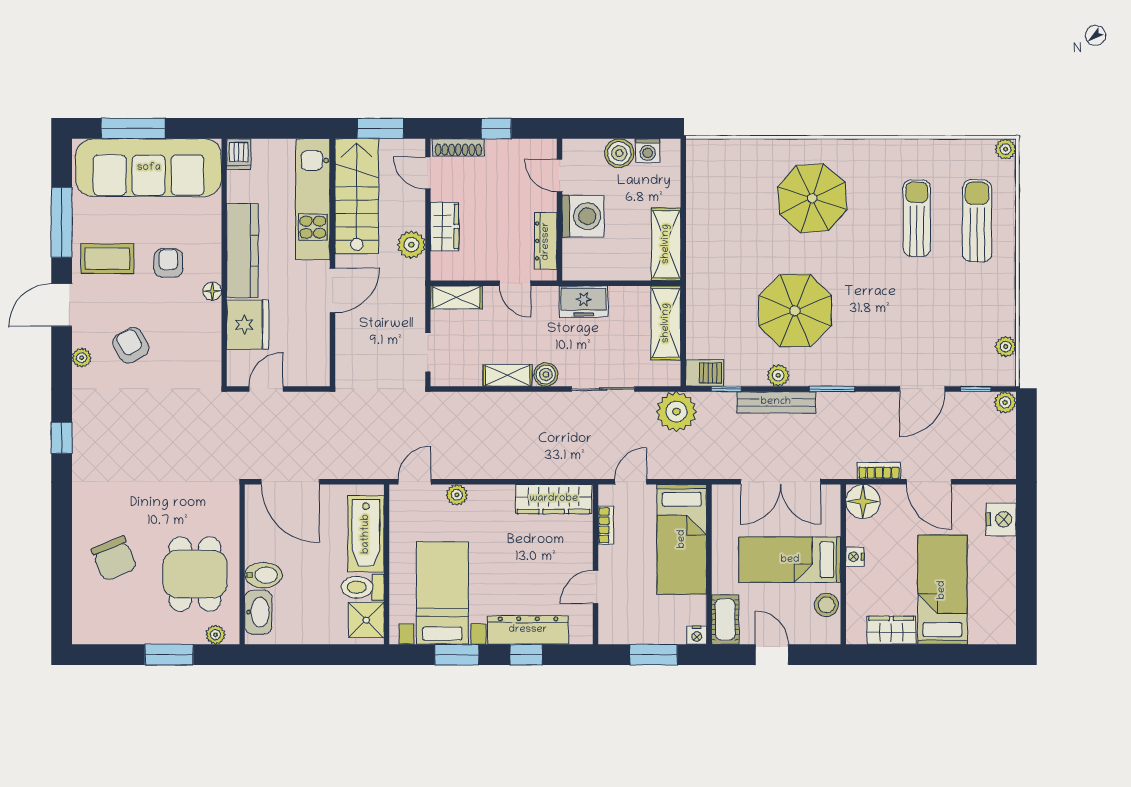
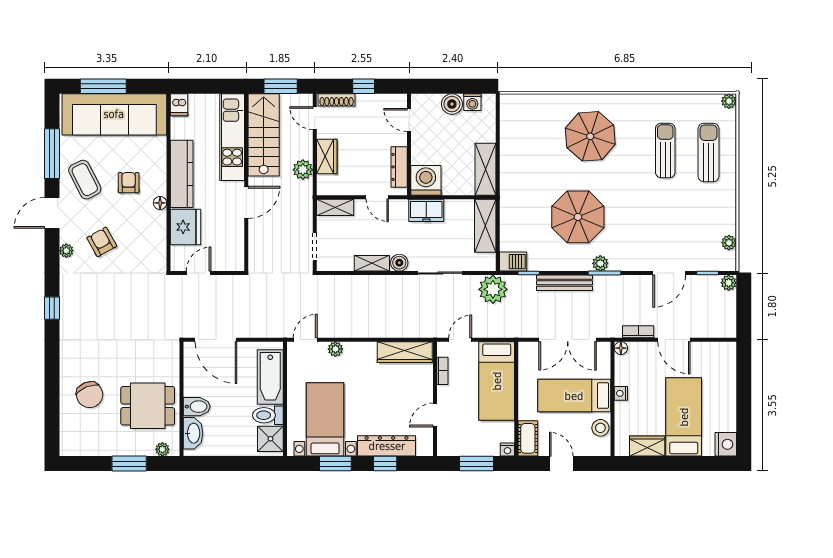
washing machine: (583, 216) -> (426, 180), moved, turned -90
coffee table: (107, 259) -> (85, 180), turned 63
plant: (778, 375) -> (600, 263), moved
floor lamp: (863, 502) -> (621, 348), width x0.53, depth x0.53
nightstand: (1001, 519) -> (726, 444), moved
dining table: (195, 574) -> (148, 406), turned 90

